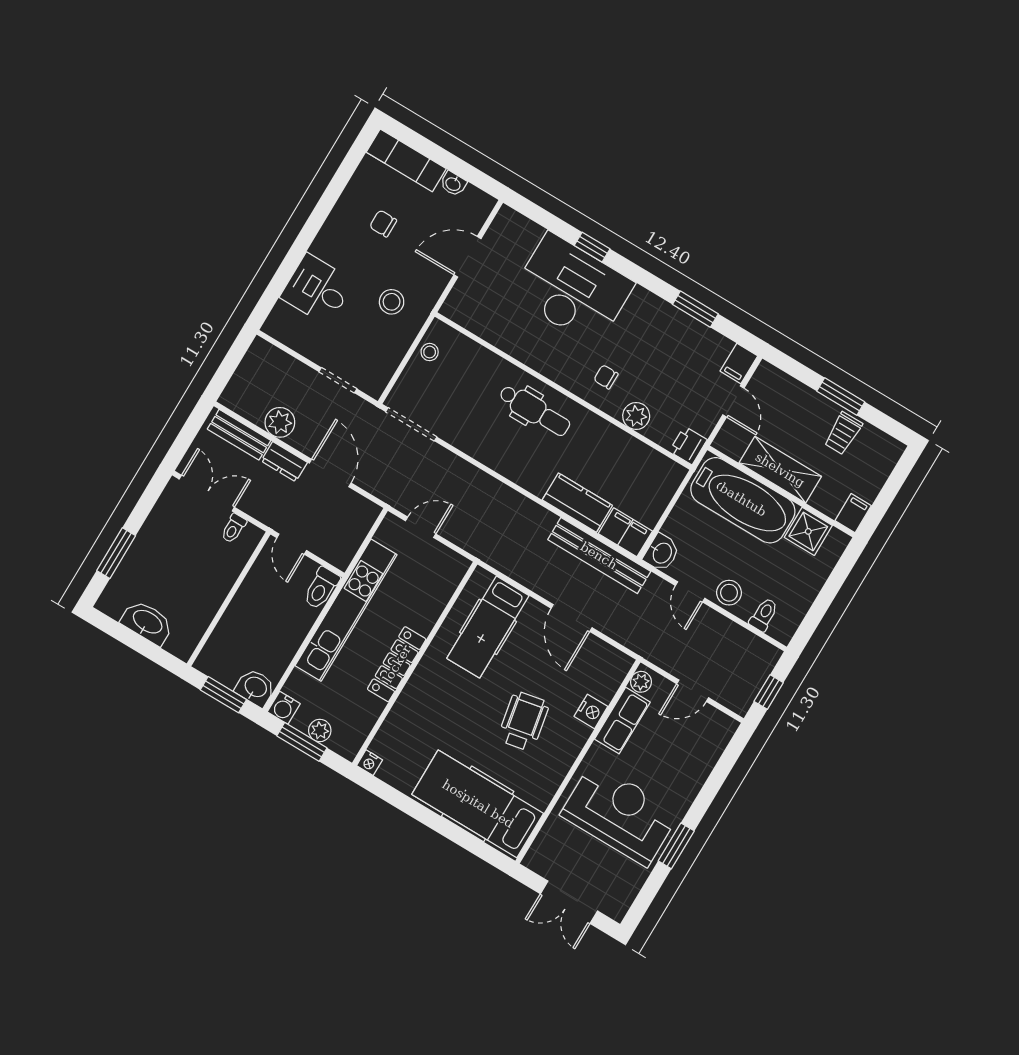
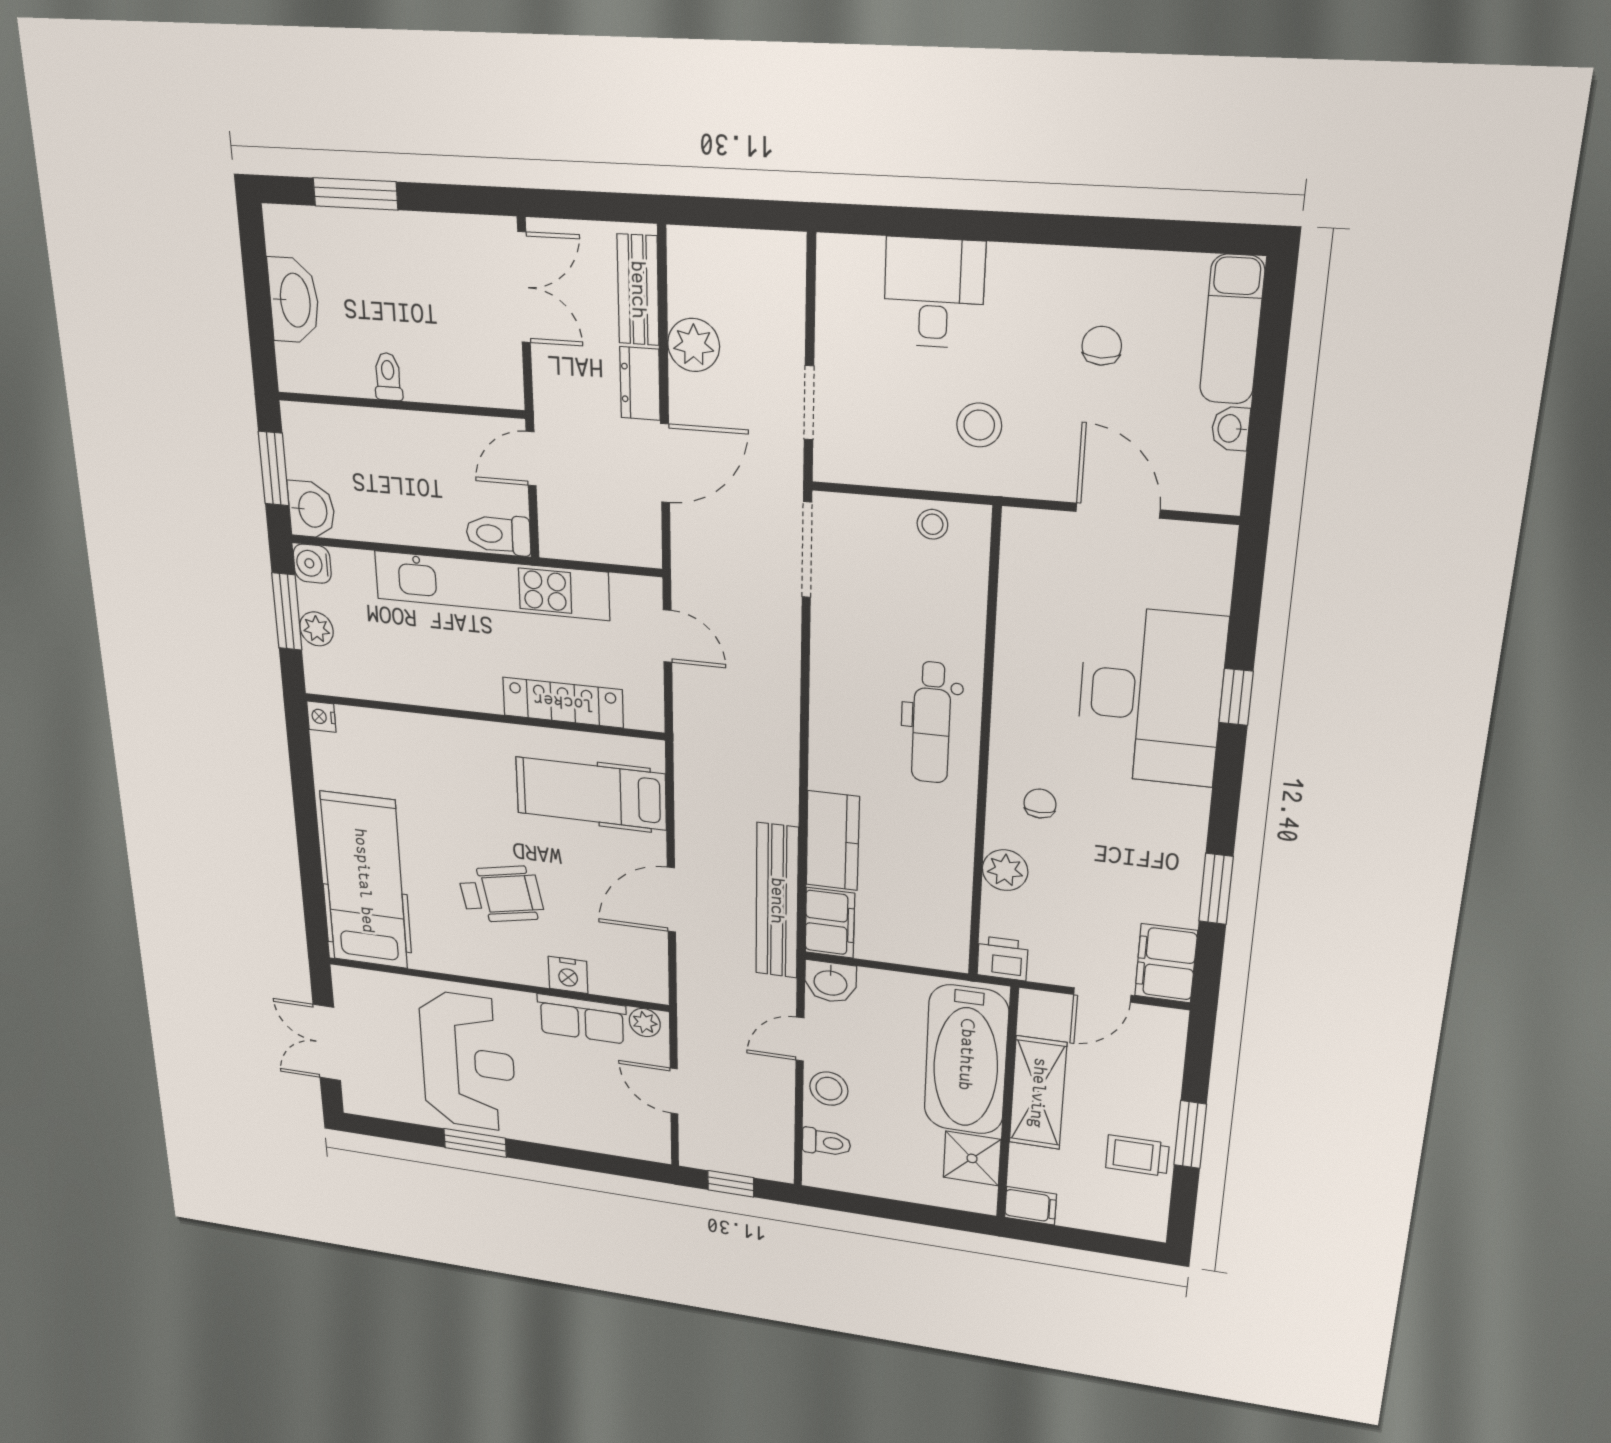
filing cabinet: (739, 363) -> (1166, 963), width x2.00
toilet: (233, 528) -> (388, 377), moved, turned 90
locker: (397, 664) -> (563, 702), moved

